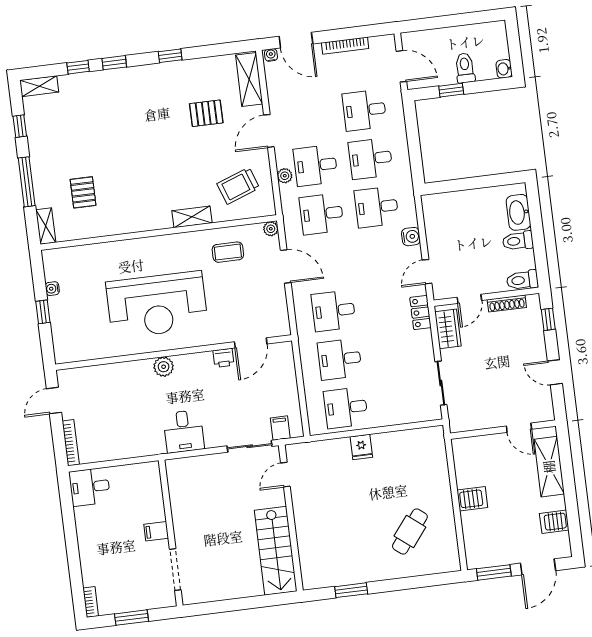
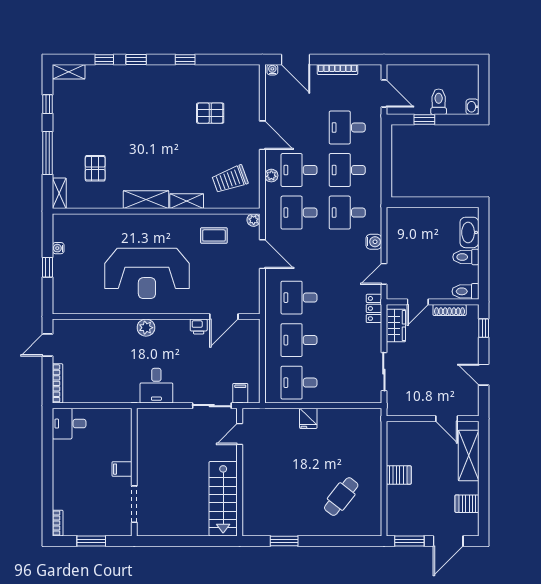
shelving: (249, 80) -> (146, 200), moved, turned 90
door: (269, 131) -> (262, 135), swing flipped

